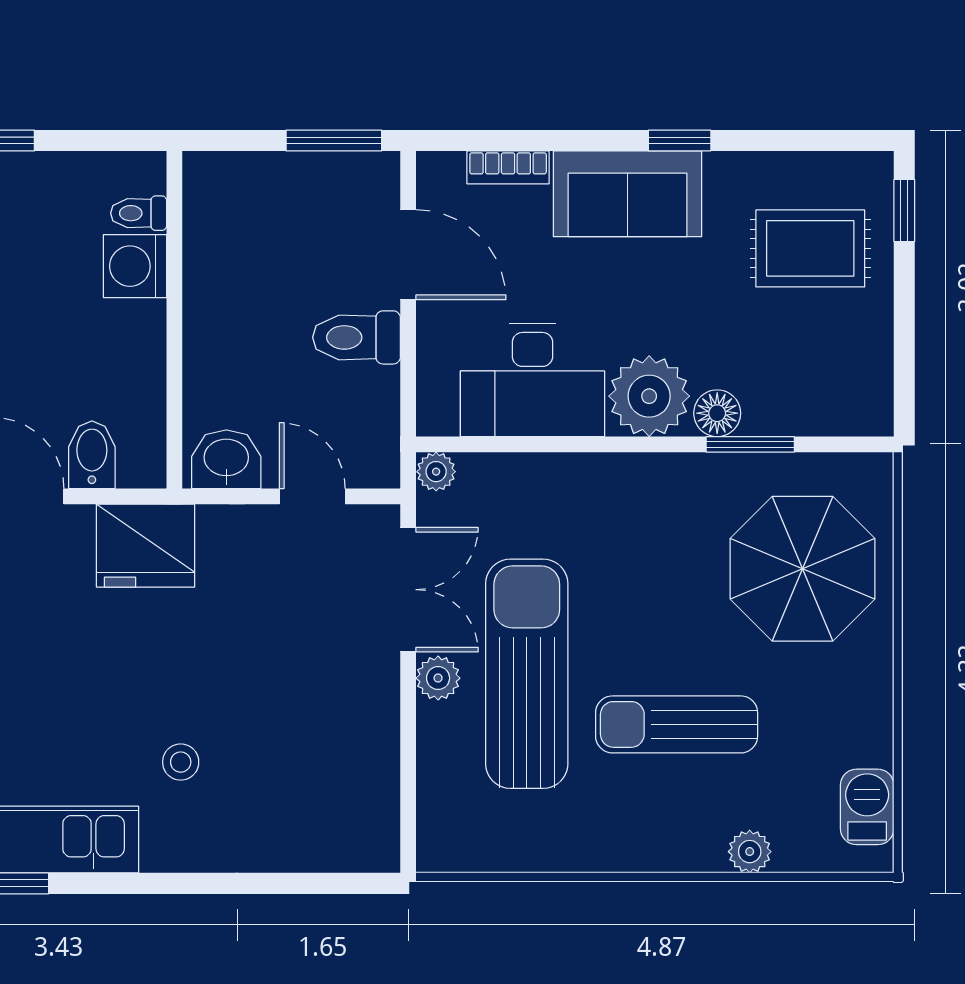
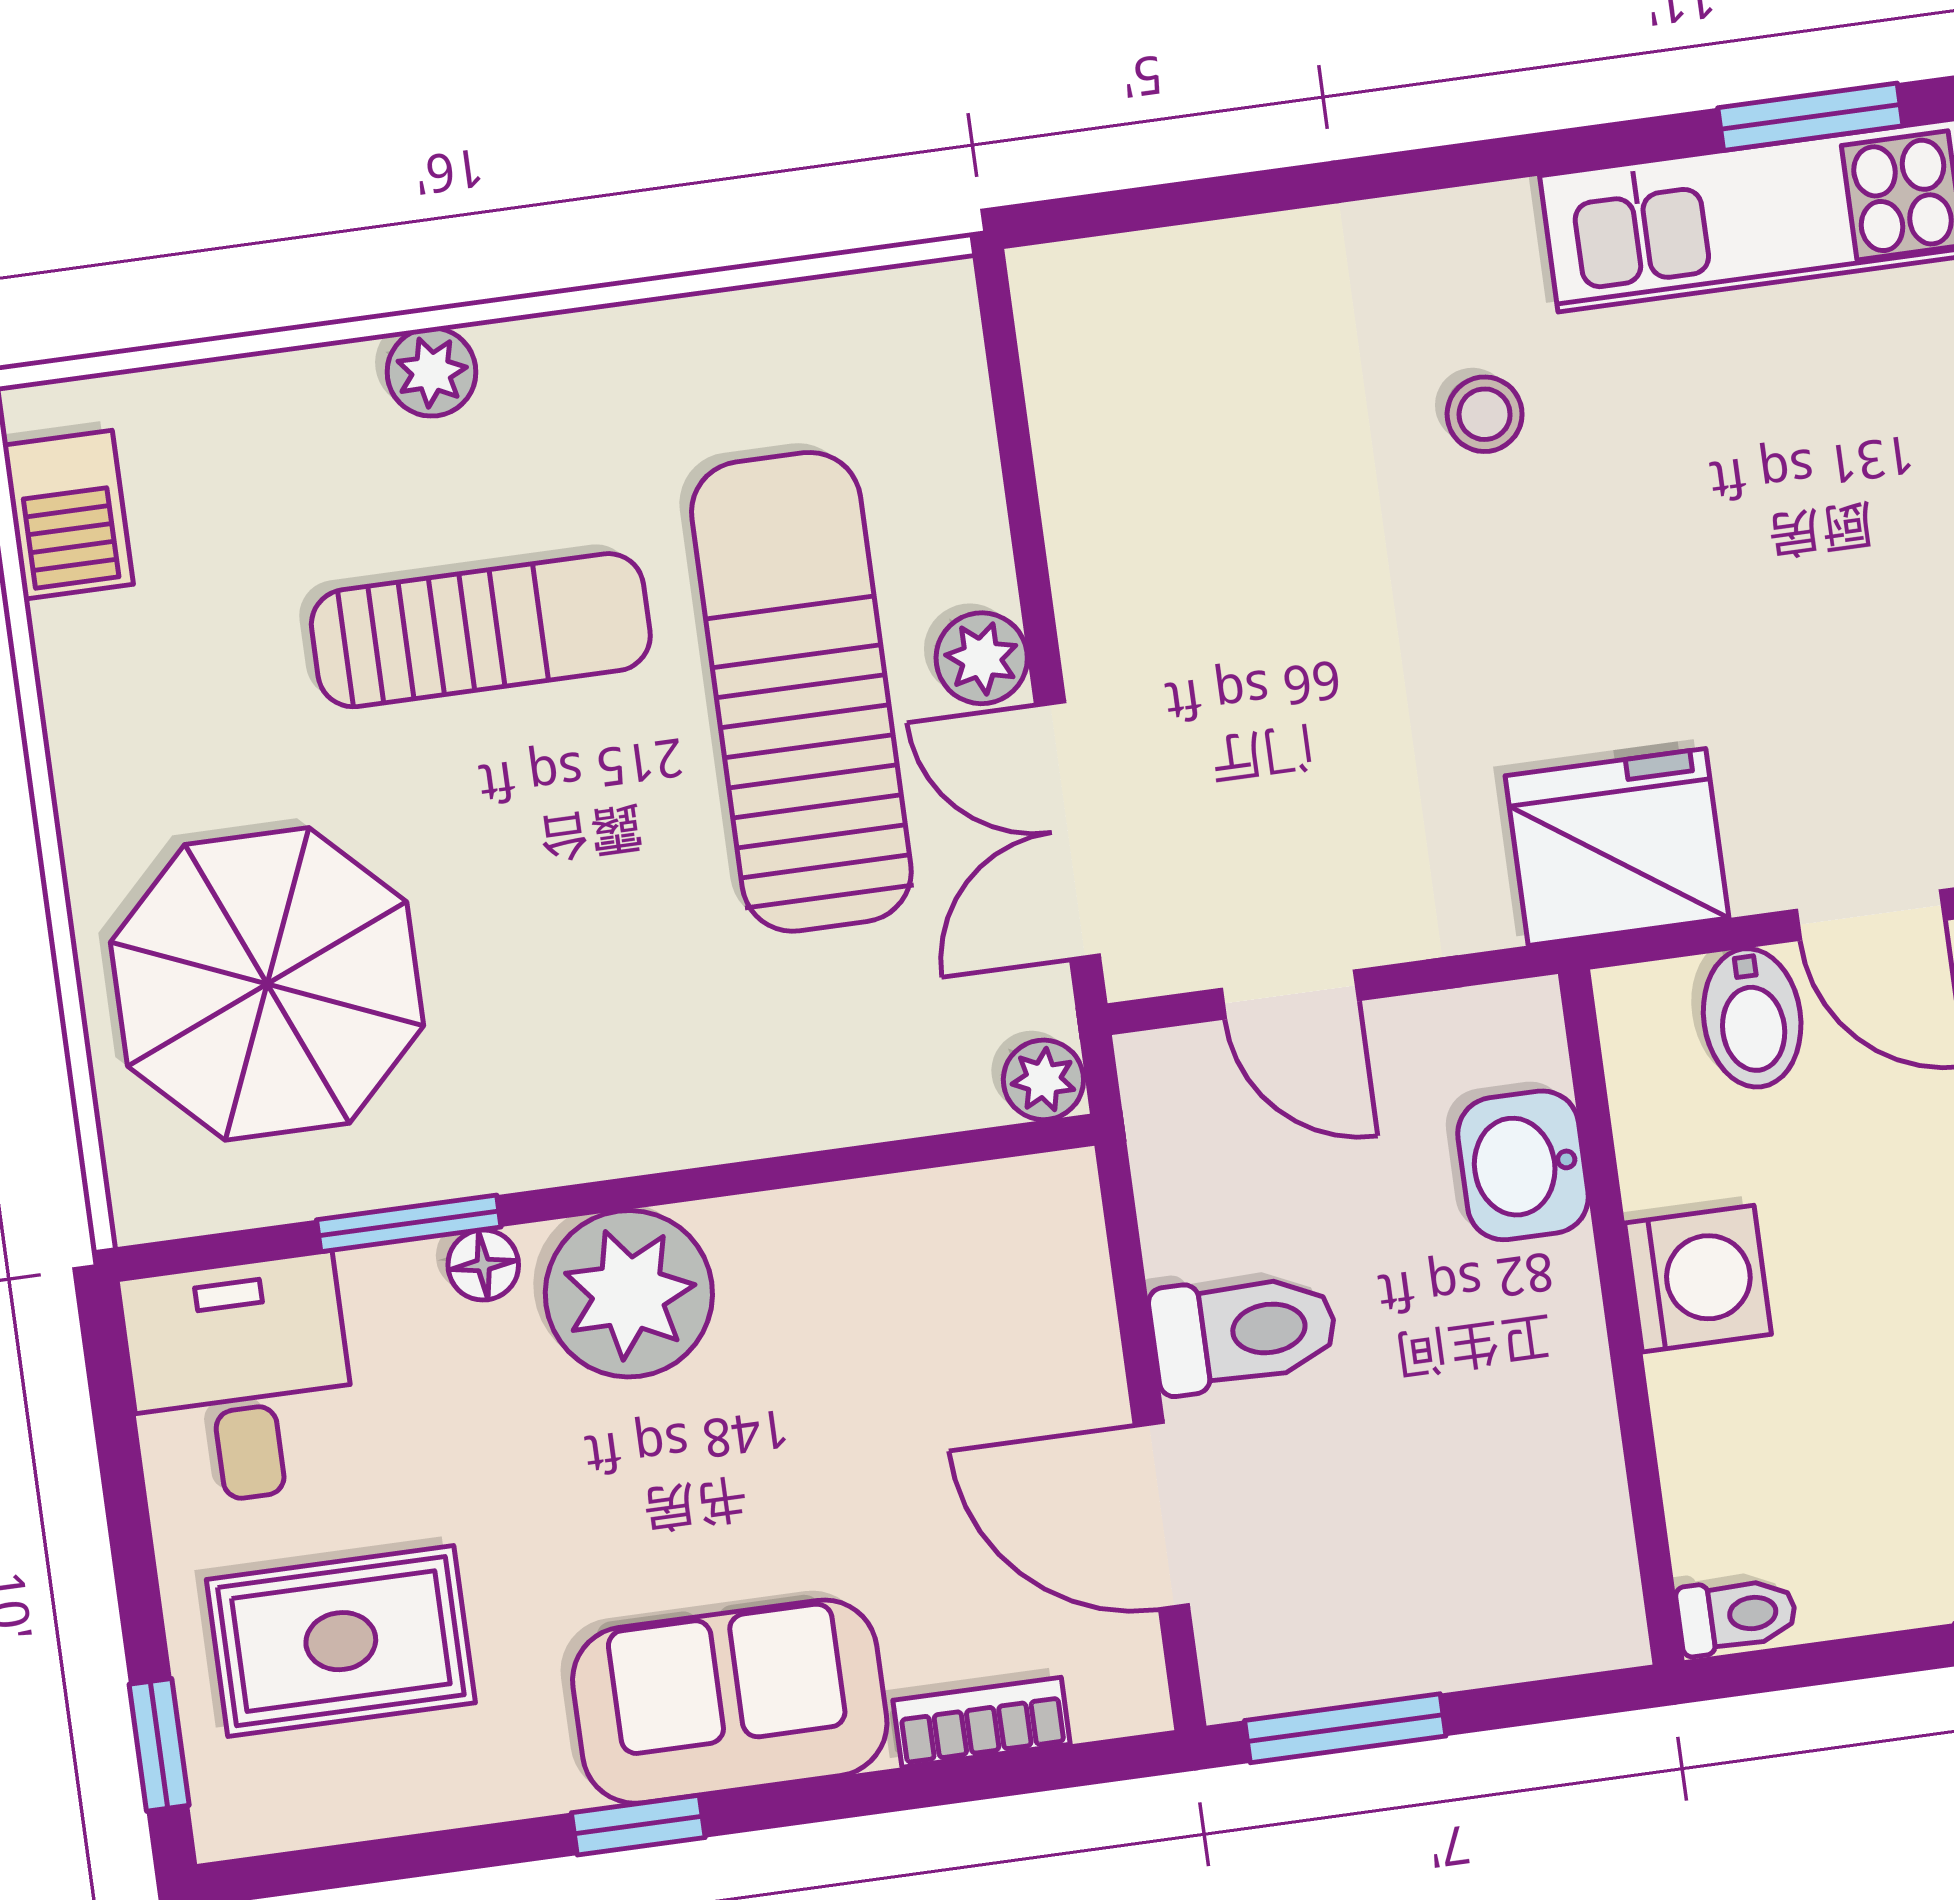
toilet: (139, 213) -> (1737, 1615), moved
washing machine: (135, 266) -> (1698, 1279), moved
desk: (532, 380) -> (240, 1381), moved, width x0.73
floor lamp: (717, 413) -> (483, 1265), width x0.73, depth x0.73
washbasin: (226, 459) -> (1523, 1165), moved, turned 90
sun lounger: (527, 674) -> (801, 692), turned 180
plant: (750, 852) -> (432, 372), moved

